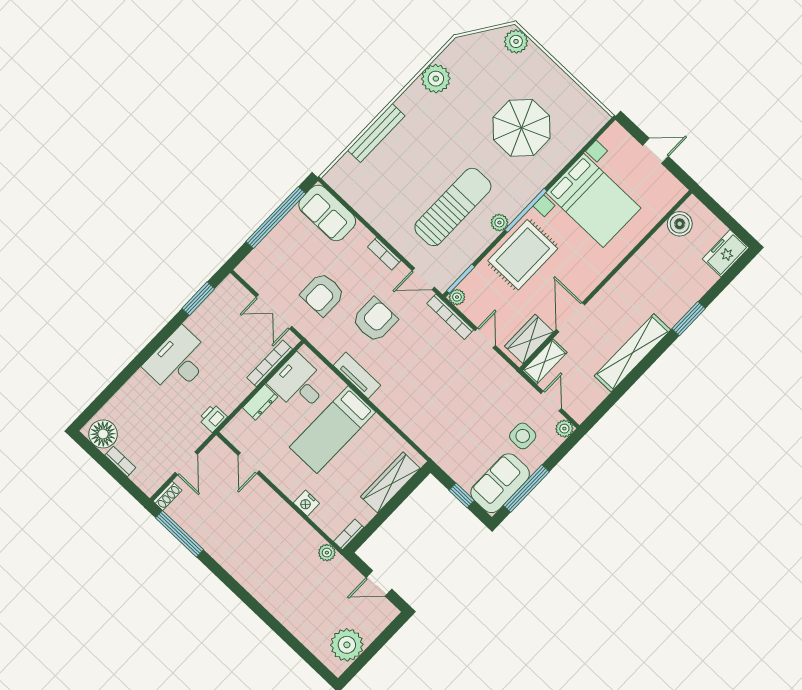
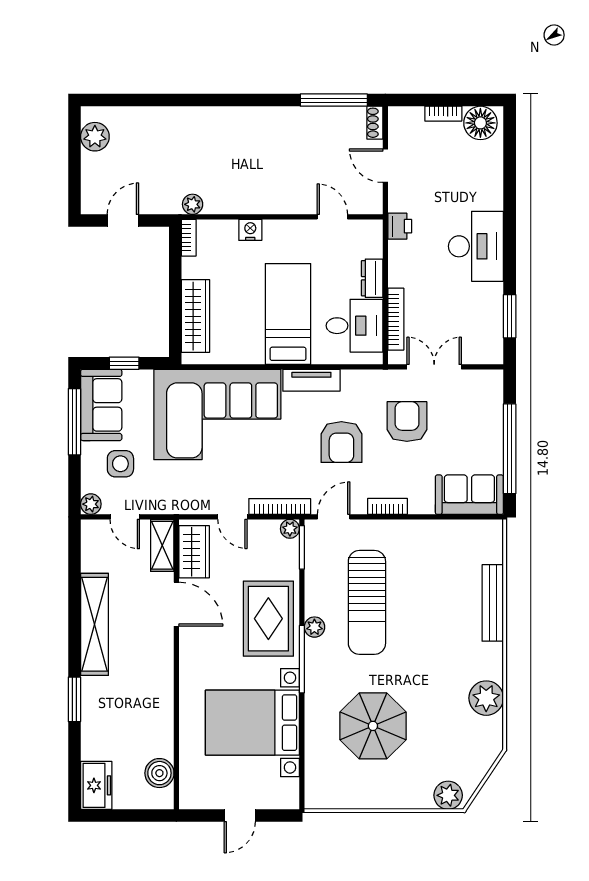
corner sofa: (435, 409) -> (217, 415), added
plant: (347, 645) -> (95, 137), width x0.73, depth x0.73

